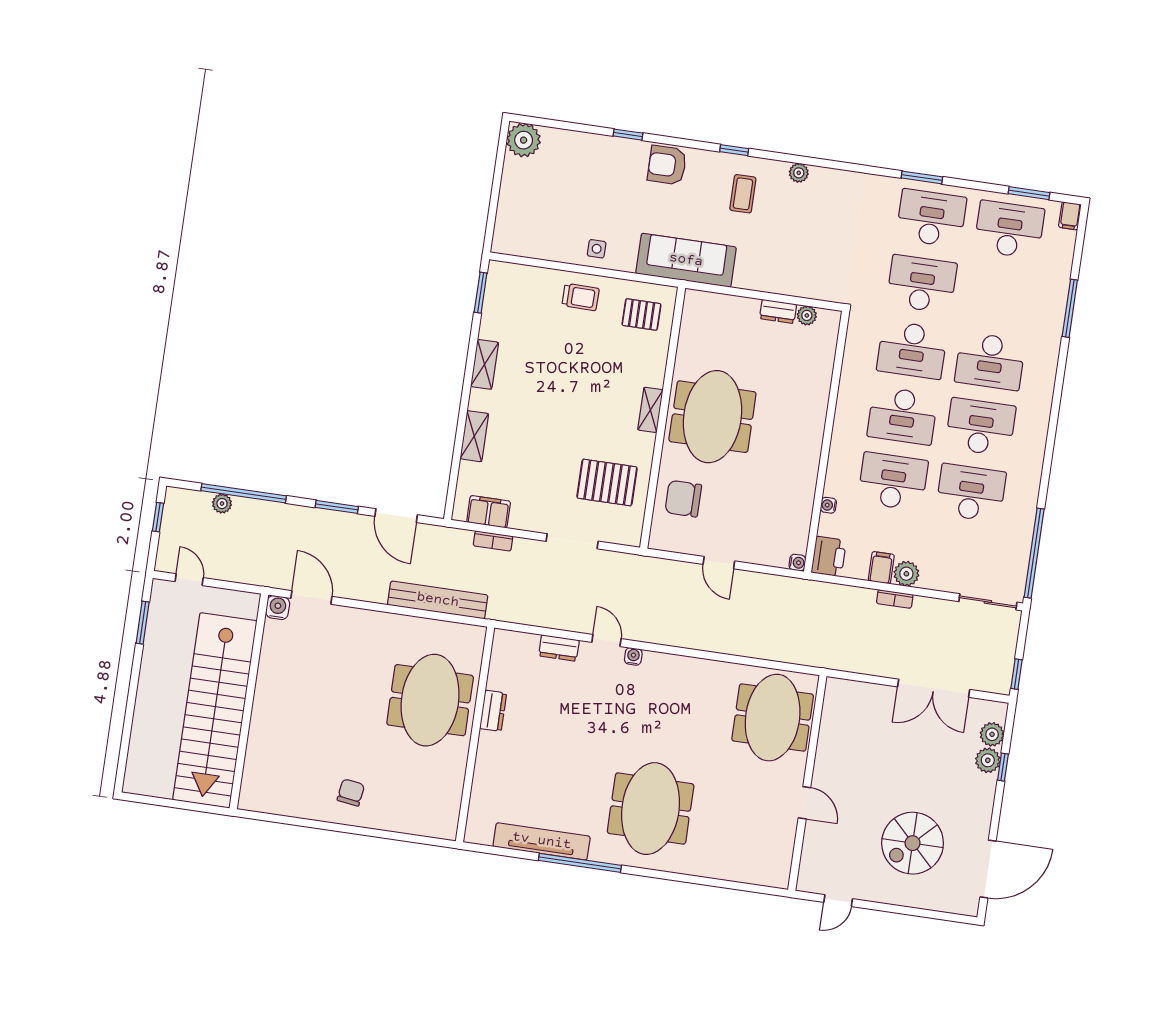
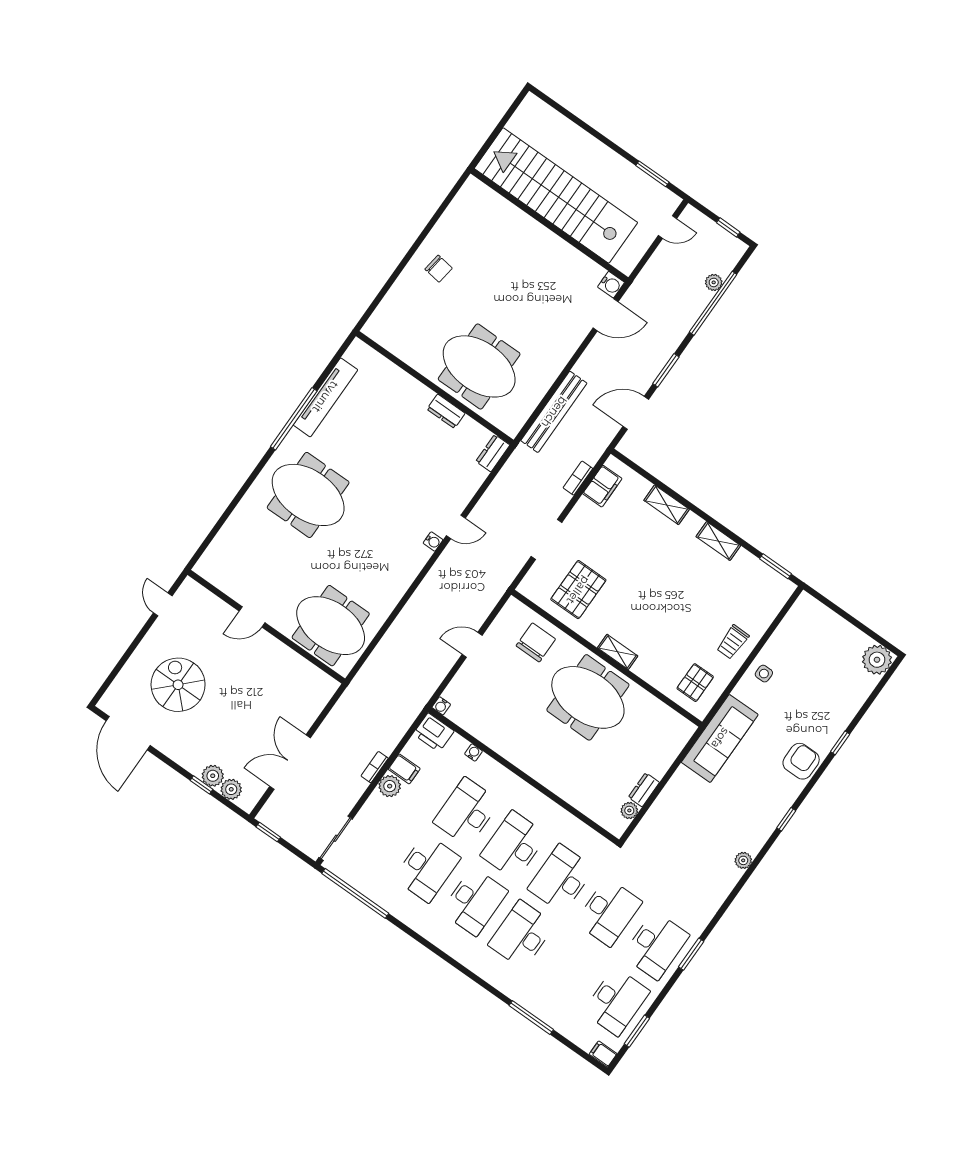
coffee table: (743, 194) -> (749, 809), removed
desk: (893, 481) -> (467, 812), turned 180
dresser: (559, 648) -> (493, 453), moved

